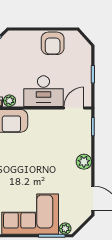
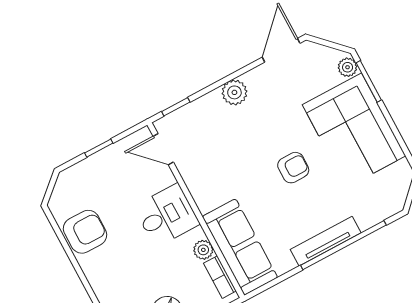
desk: (43, 91) -> (167, 215), width x0.73
armchair: (28, 171) -> (293, 168), added

